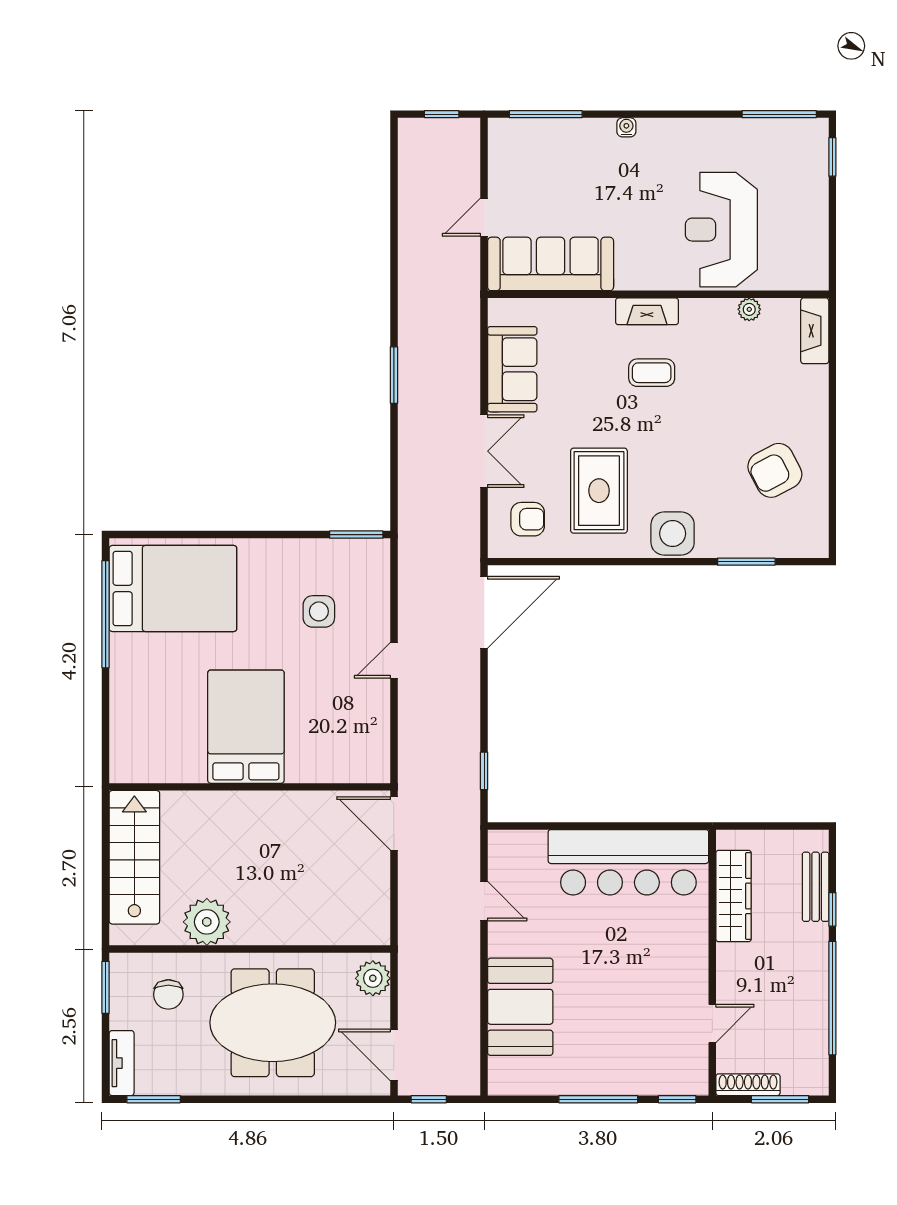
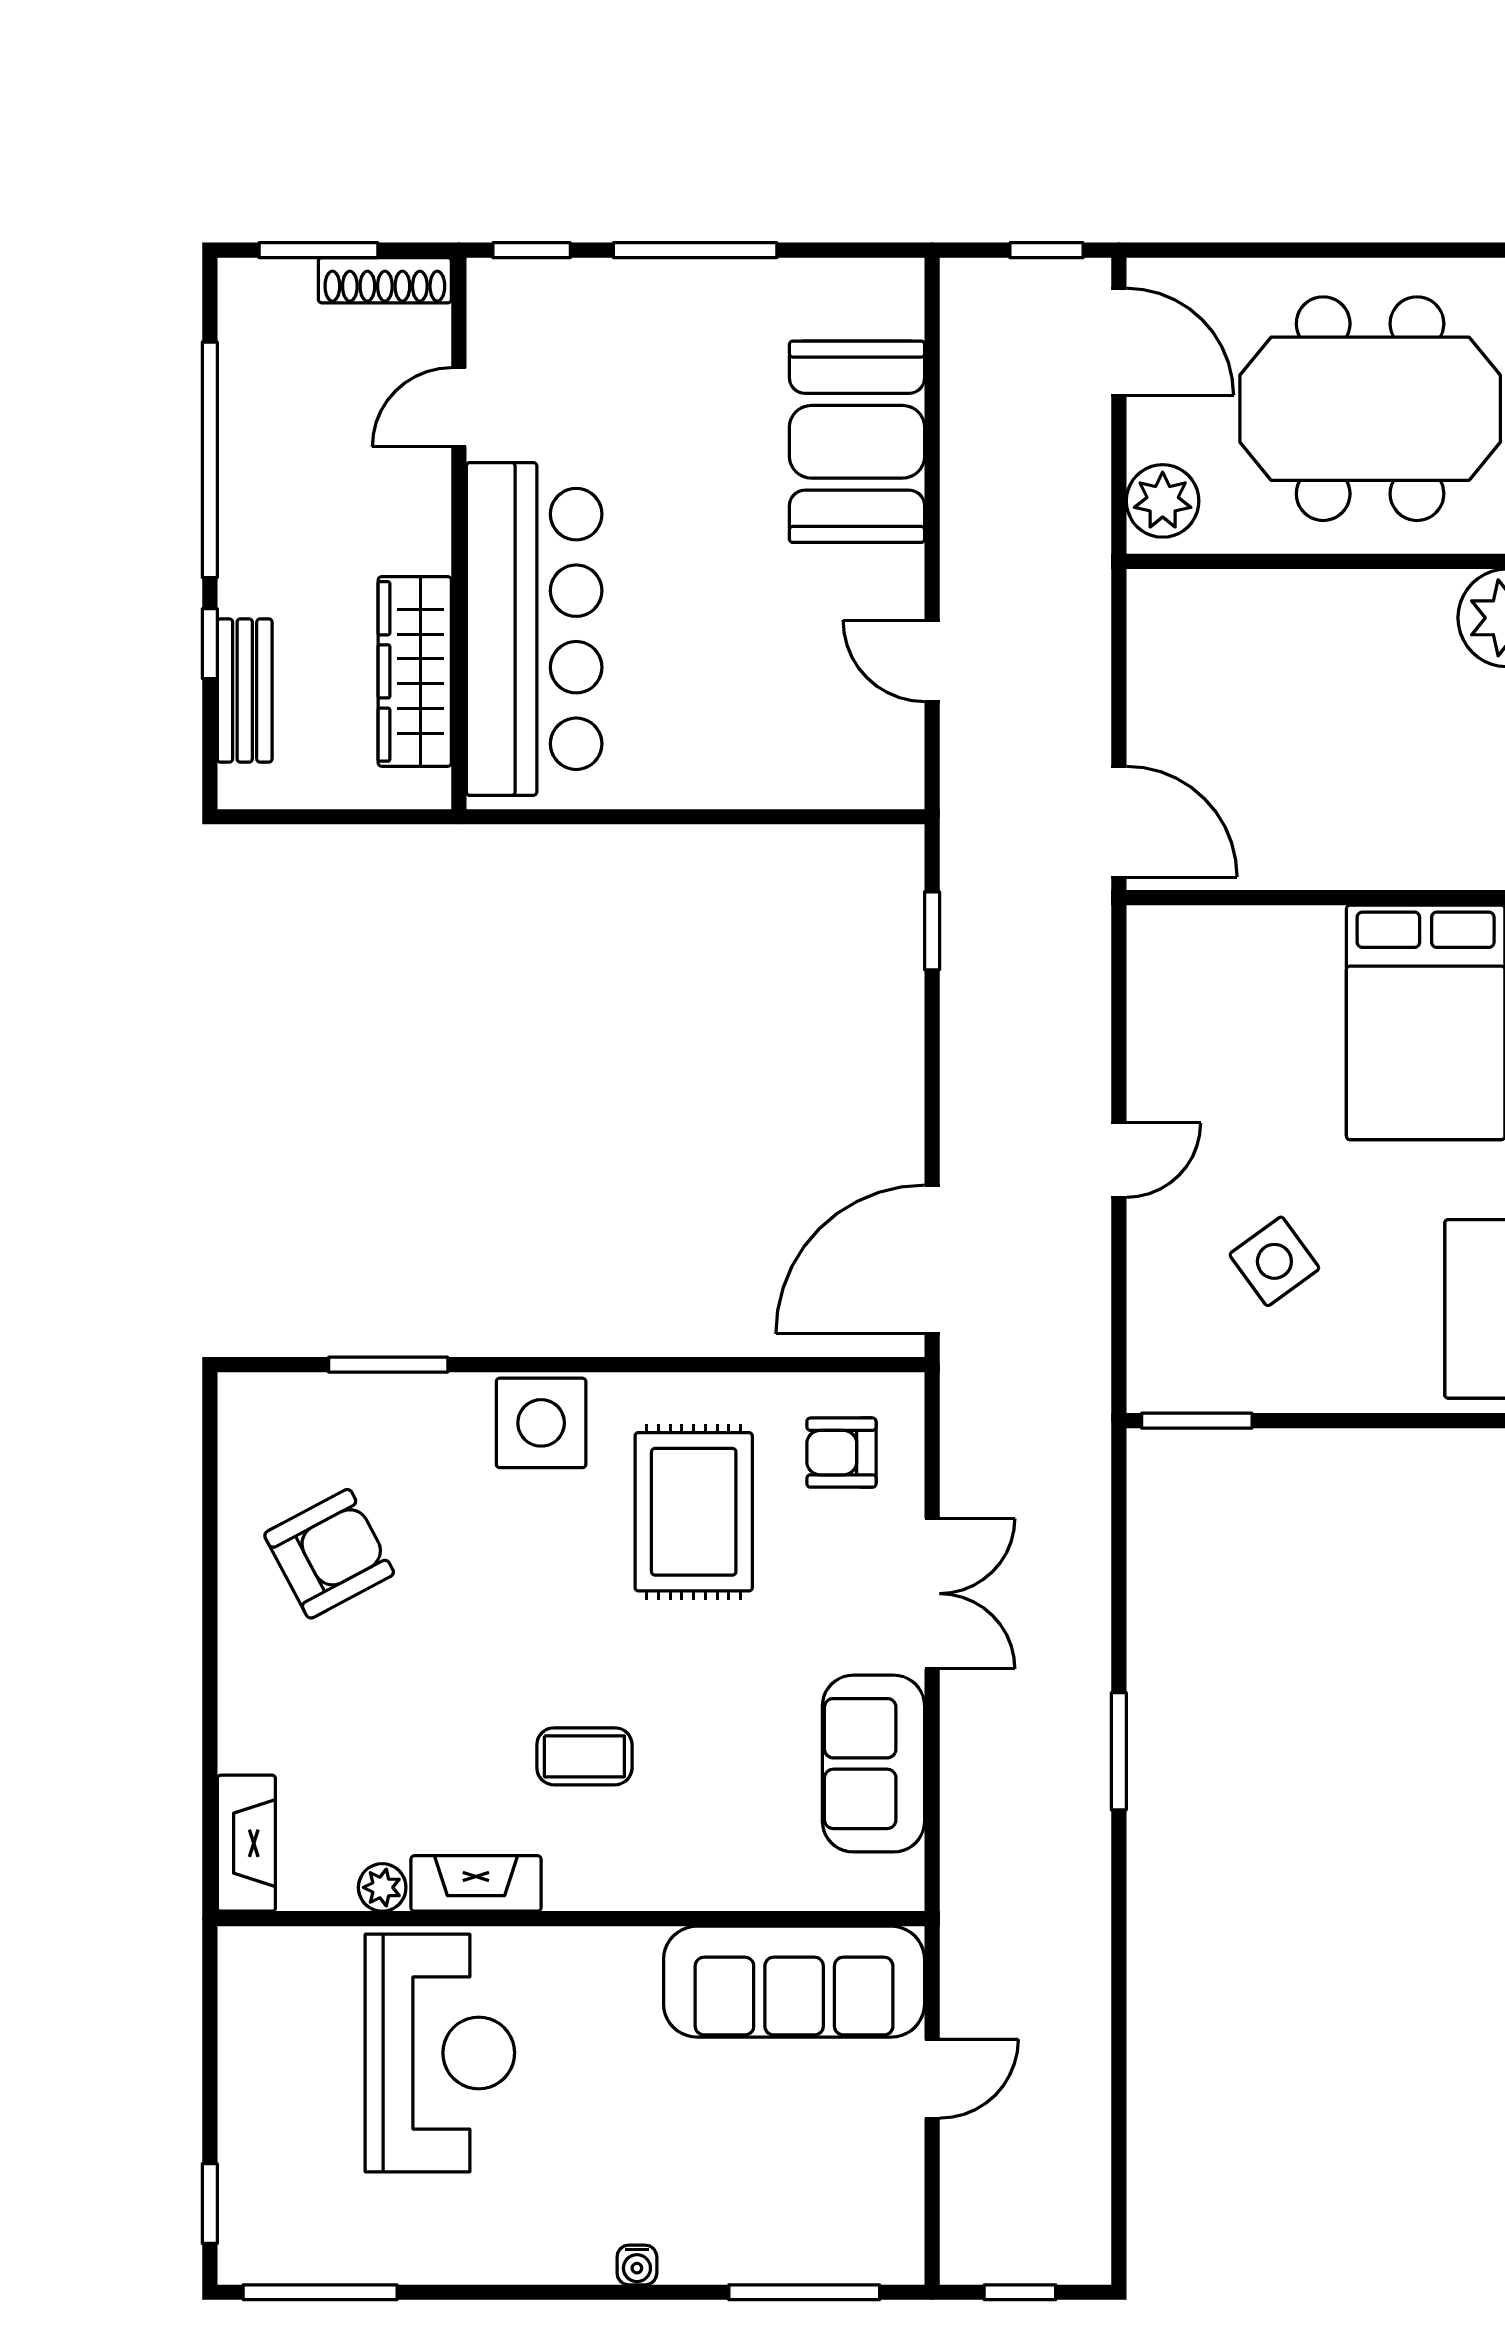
fireplace: (647, 311) -> (476, 1883), moved
double door: (484, 451) -> (932, 1594), swing flipped
side table: (319, 611) -> (1274, 1261), turned -36
bar counter: (628, 862) -> (534, 629), moved, turned 90

